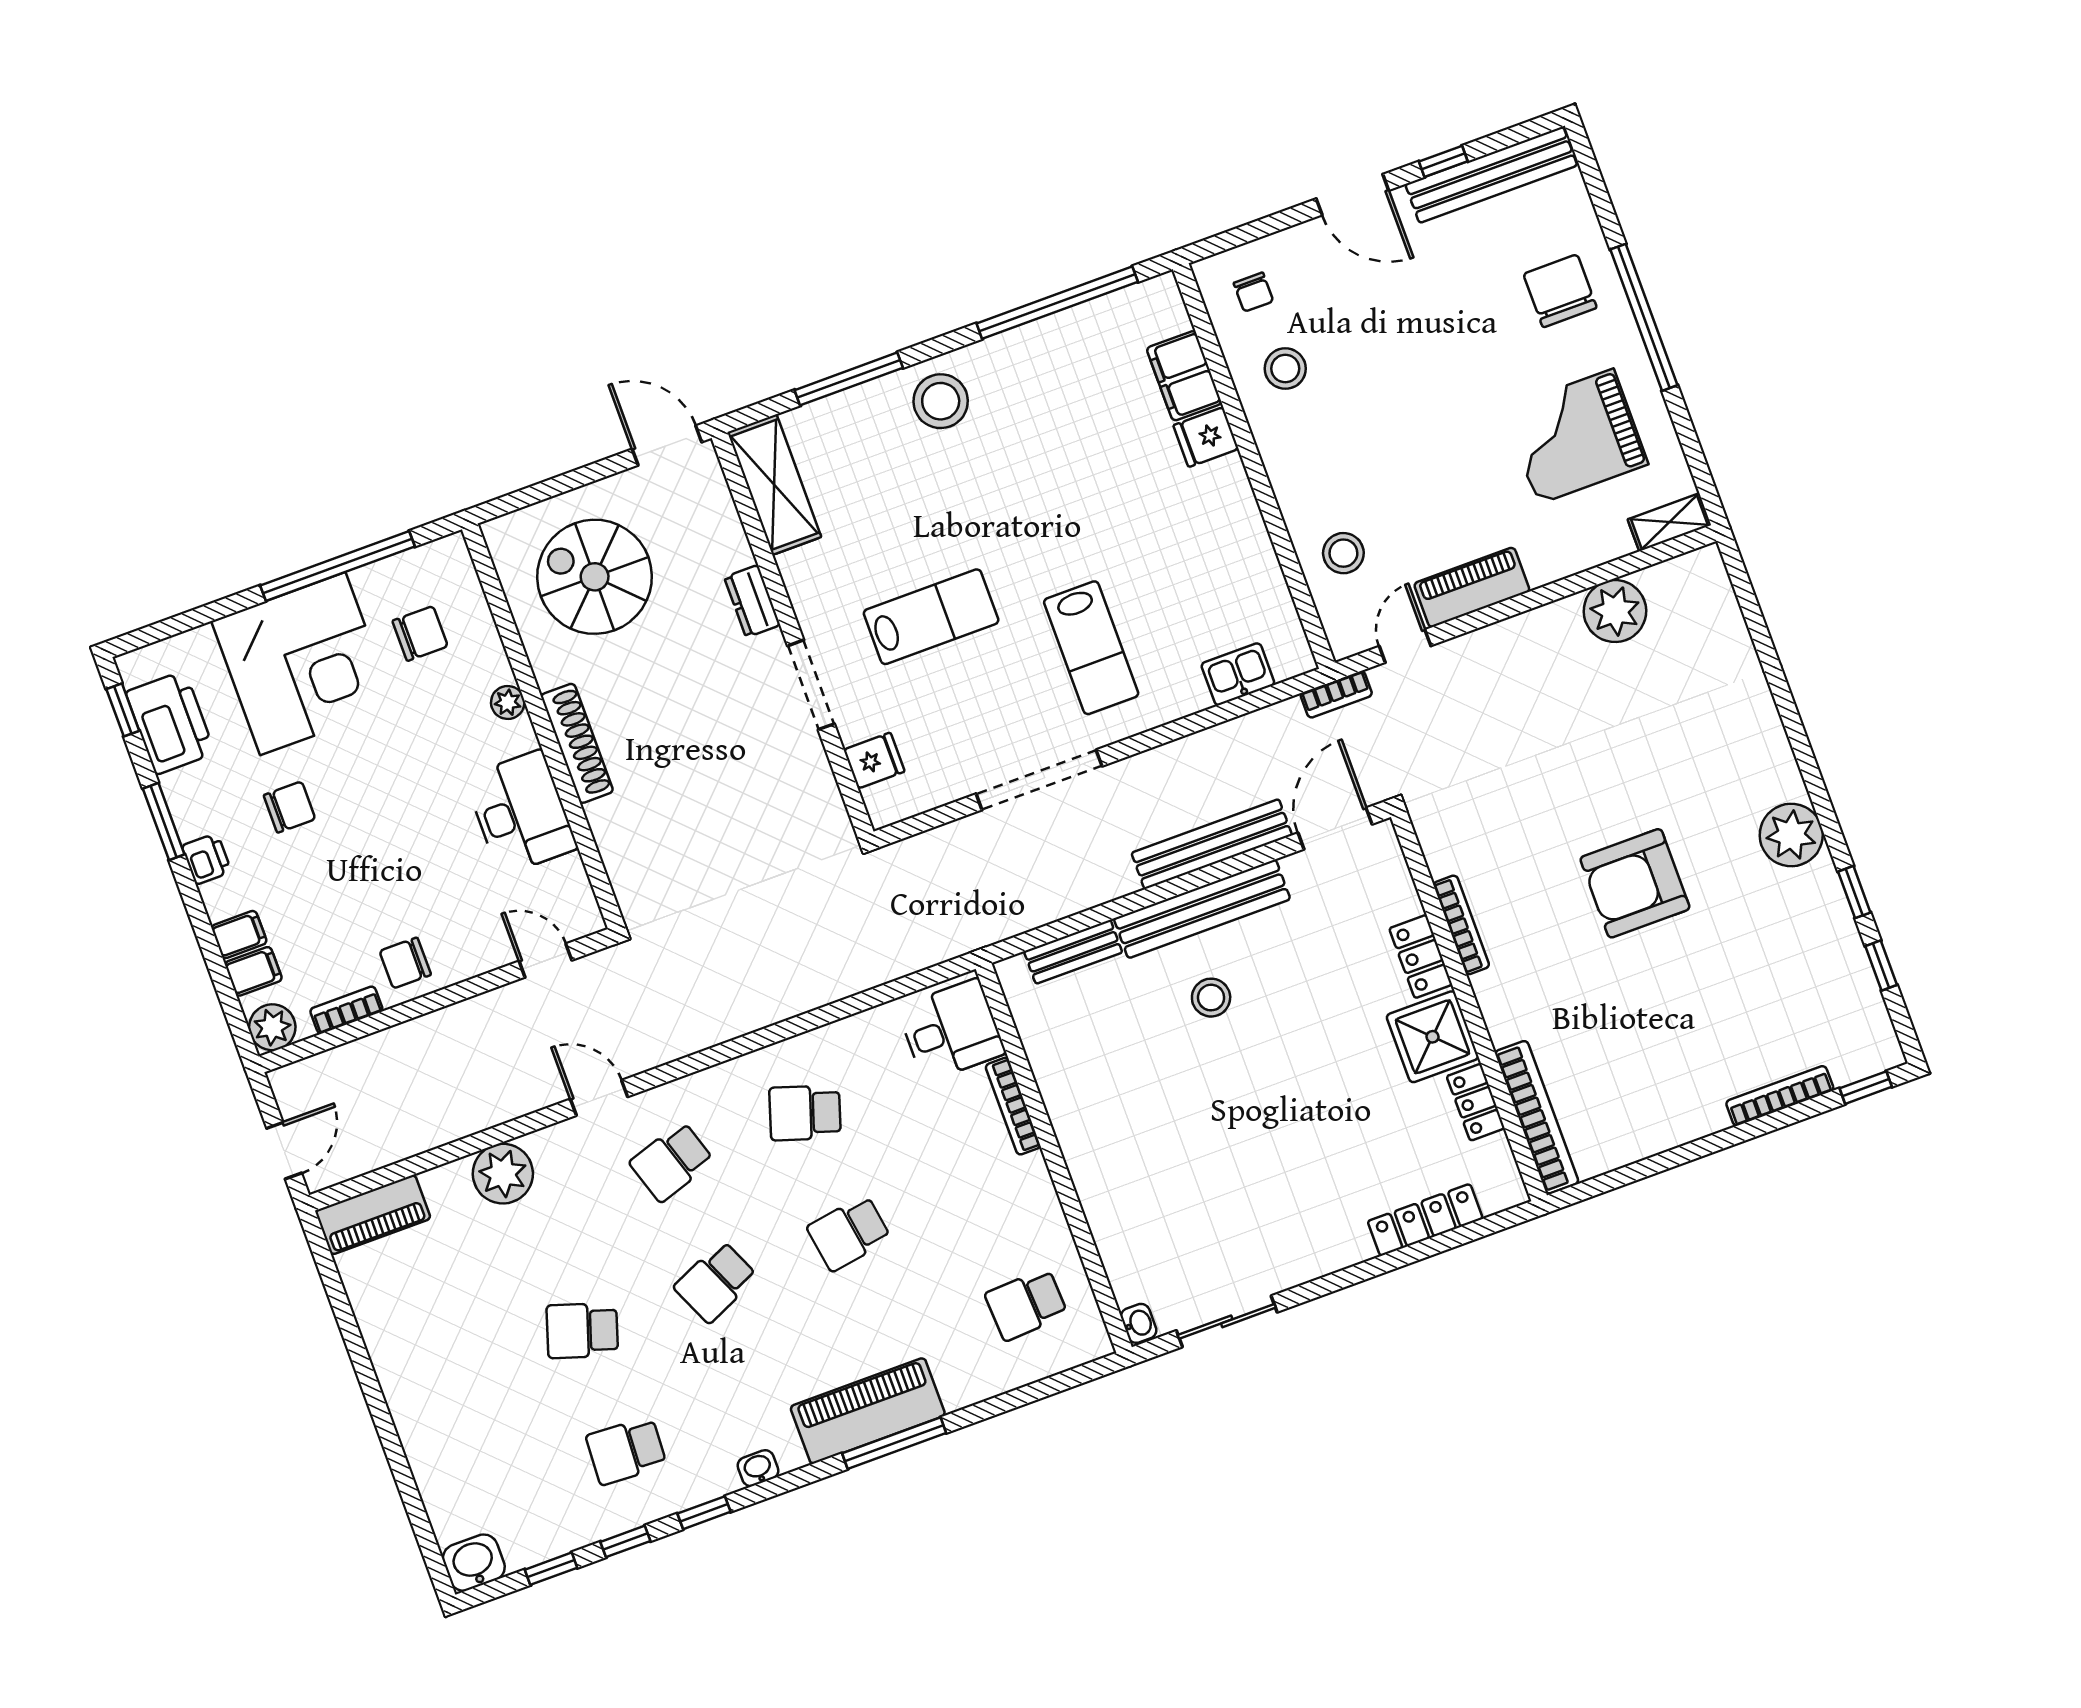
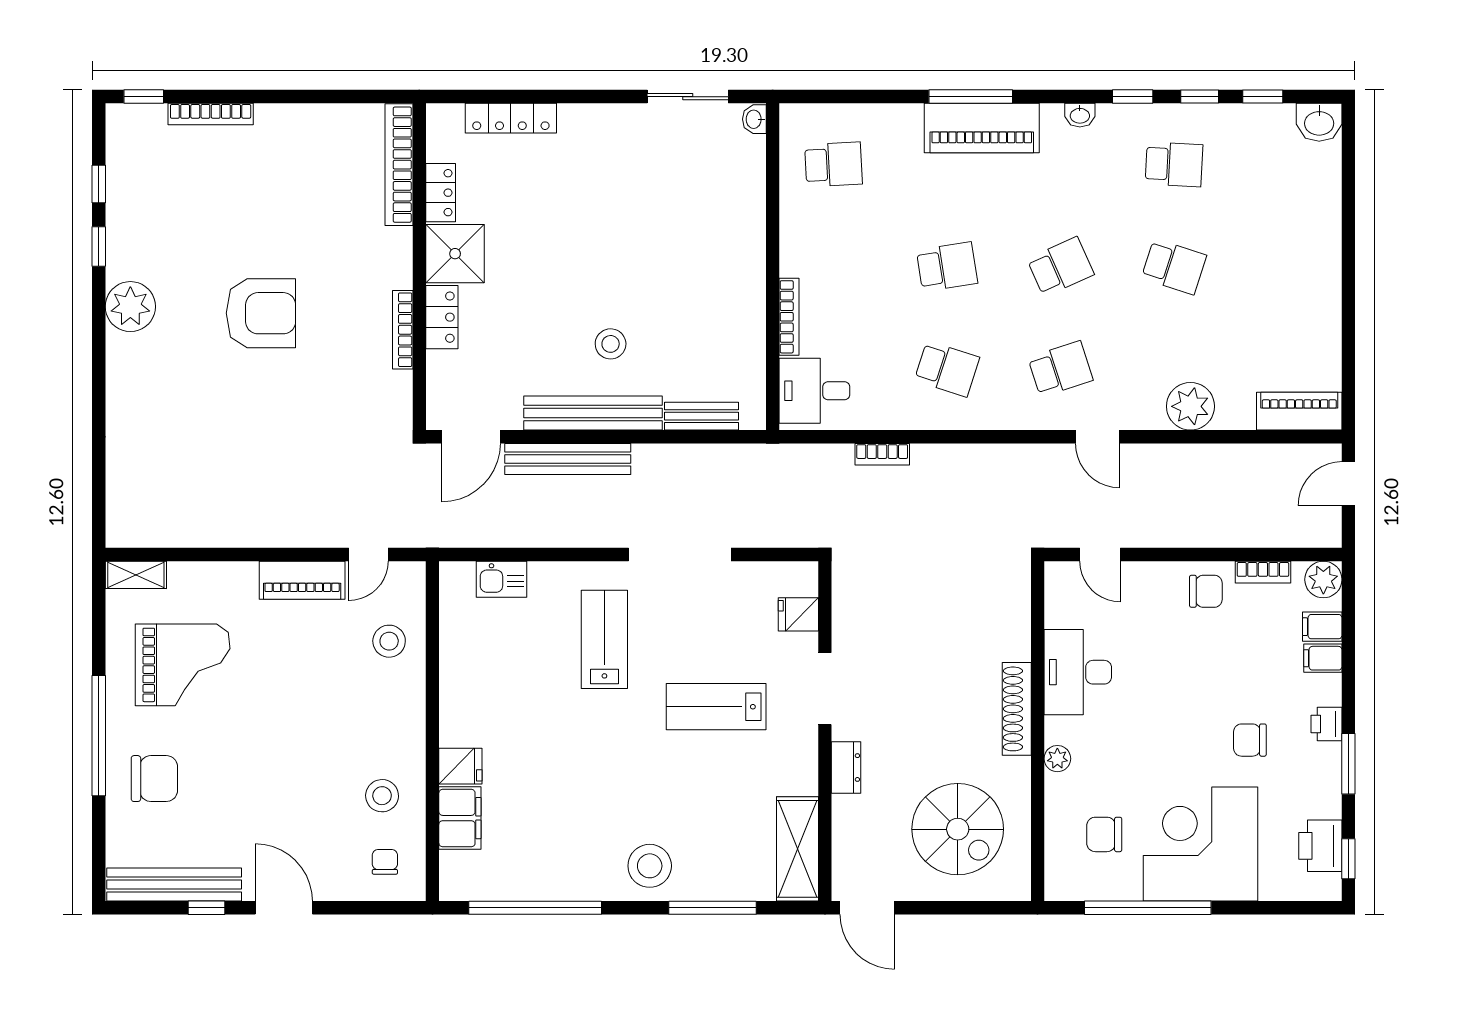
chair: (1560, 291) -> (154, 779), turned -90
plant: (1615, 611) -> (201, 523), removed
bookcase: (1336, 694) -> (882, 454), moved, turned 180
printer: (170, 723) -> (1320, 846), width x0.73, depth x0.84

